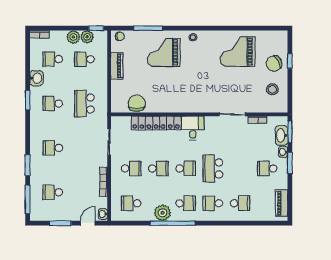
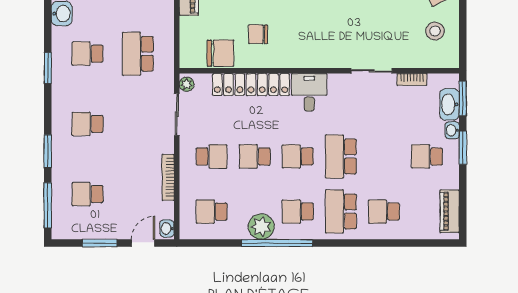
chair: (160, 91) -> (258, 34), added
window: (28, 100) -> (48, 68), moved
chair: (137, 103) -> (220, 53), turned 90
plant: (115, 123) -> (187, 84), added
school desk: (158, 168) -> (255, 156), turned 180
school desk: (186, 168) -> (298, 156), turned 180
school desk: (186, 203) -> (298, 212), turned 180
school desk: (213, 203) -> (341, 212), width x1.85
school desk: (240, 203) -> (384, 212), turned 180

